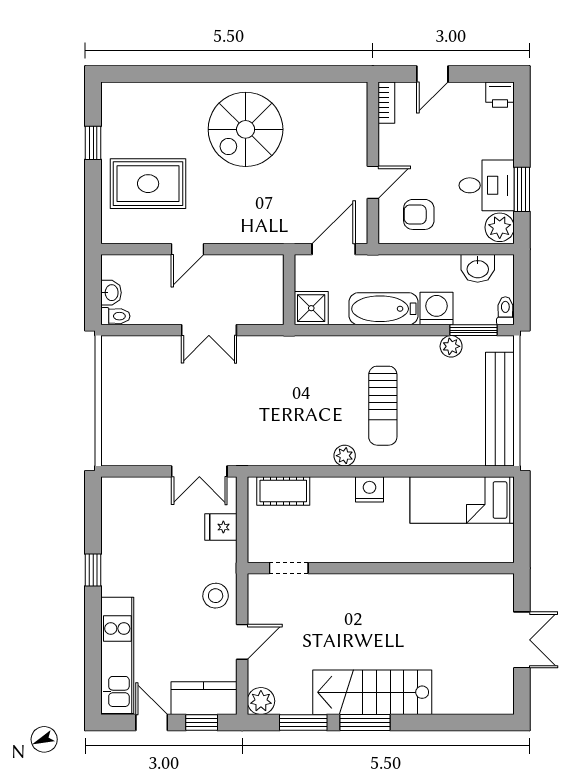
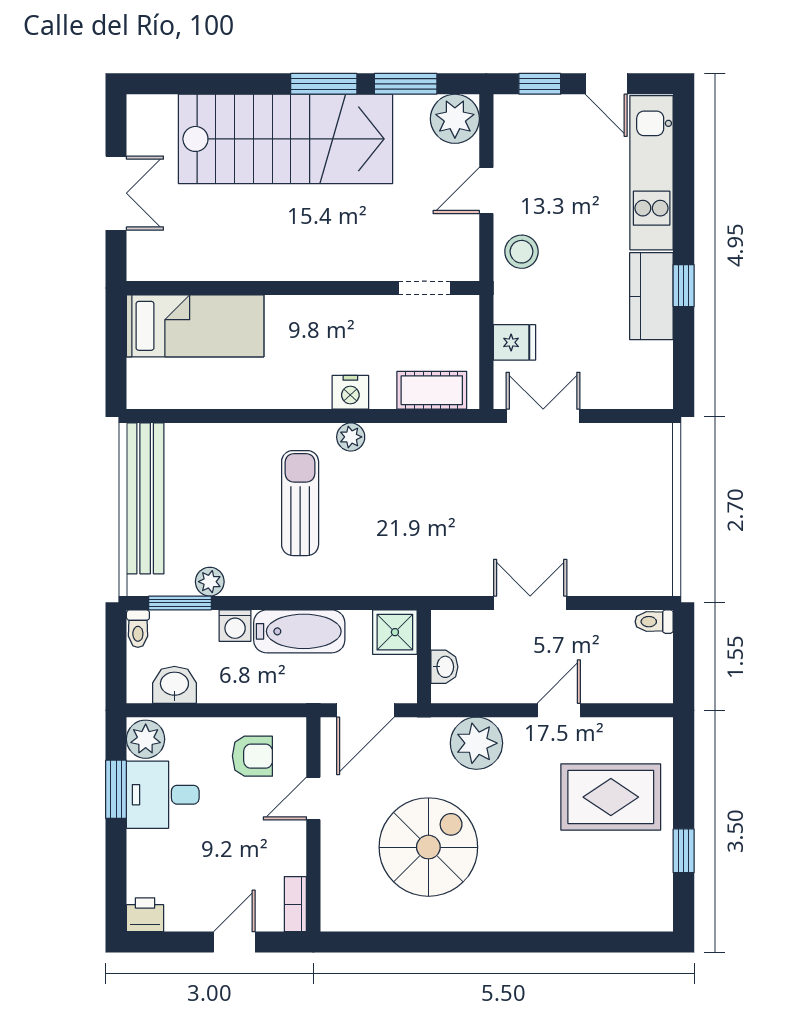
spiral stairs: (246, 129) -> (428, 847), moved
plant: (250, 224) -> (476, 743), added
washbasin: (111, 293) -> (444, 667), moved, turned 180
washing machine: (437, 309) -> (235, 626), width x0.73, depth x0.73
nightstand: (370, 489) -> (350, 392), moved
bed: (462, 500) -> (195, 326), moved
double door: (522, 640) -> (116, 193), swing flipped
stairs: (372, 692) -> (285, 139), width x1.36, depth x1.51
kitchen counter: (204, 698) -> (651, 296), moved, turned 90
plant: (261, 701) -> (455, 119), width x1.36, depth x1.36

